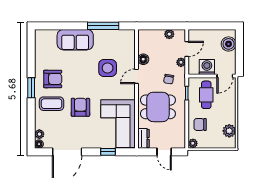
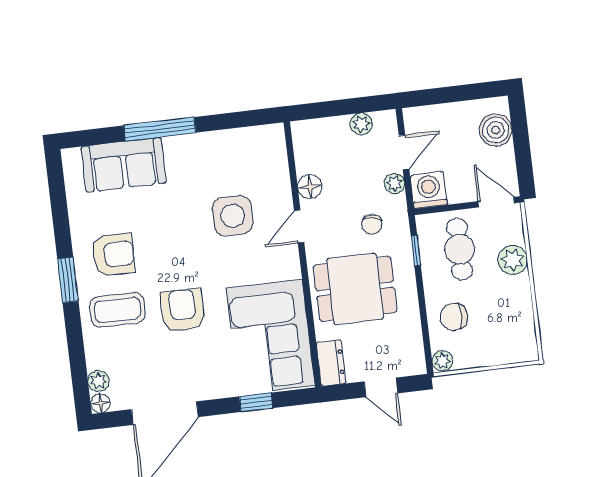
window: (103, 26) -> (160, 129), moved
sofa: (75, 40) -> (124, 165), moved
washing machine: (207, 67) -> (429, 190), moved
door: (225, 76) -> (496, 202), swing flipped
plant: (229, 131) -> (513, 260), moved

